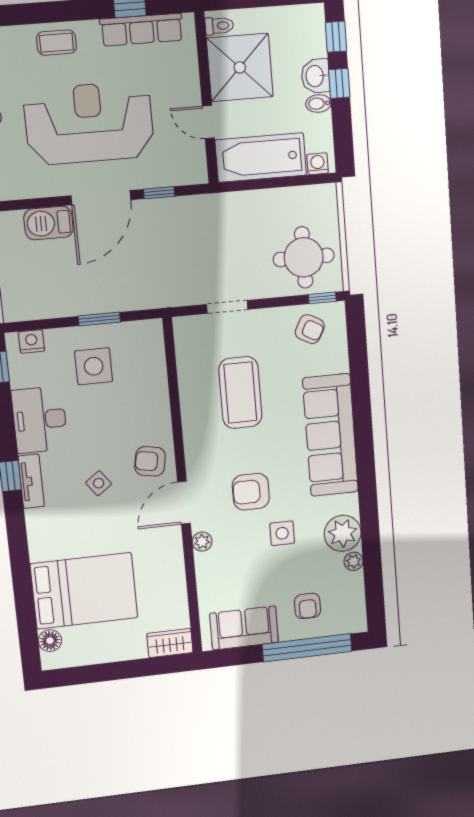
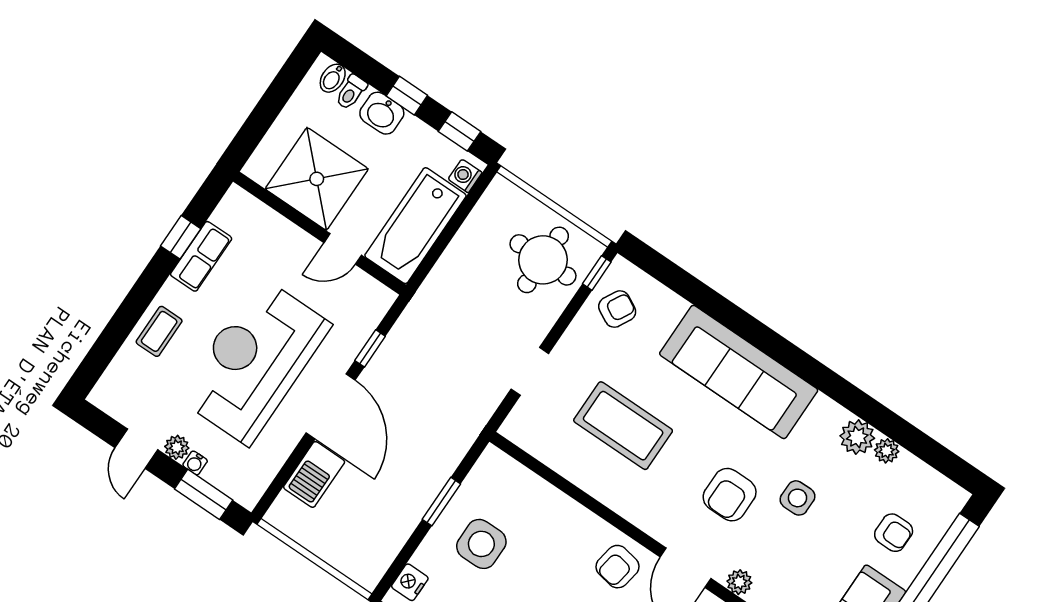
toilet: (219, 26) -> (351, 92), moved, turned 180
row of seats: (142, 30) -> (201, 256), width x0.68
window: (336, 37) -> (460, 131), moved
bidet: (318, 104) -> (333, 78), moved
plant: (343, 533) -> (857, 437), width x0.73, depth x0.73

